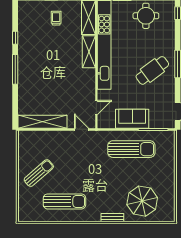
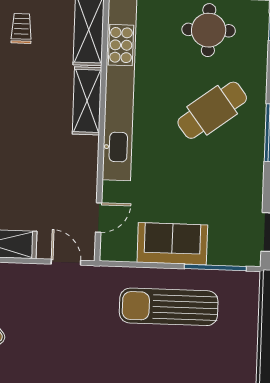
cafe table: (152, 70) -> (212, 110), moved
sun lounger: (131, 149) -> (169, 307), turned 180

